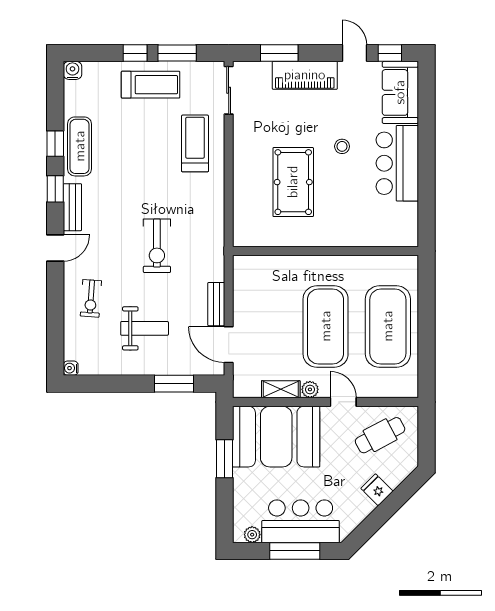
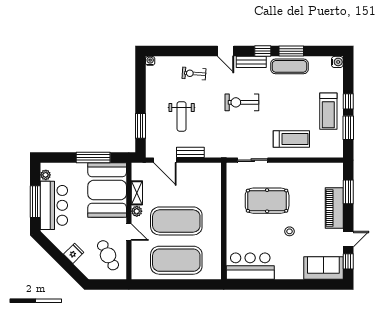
sliding door: (229, 90) -> (253, 160), moved
window: (55, 144) -> (291, 51), width x1.50
bar counter: (397, 163) -> (250, 266), moved
exercise bike: (157, 246) -> (242, 102), moved
weight bench: (145, 328) -> (182, 116), moved
door: (229, 345) -> (165, 160), swing flipped
door: (343, 402) -> (129, 232), hinge flipped
window: (225, 459) -> (93, 158), width x1.44

